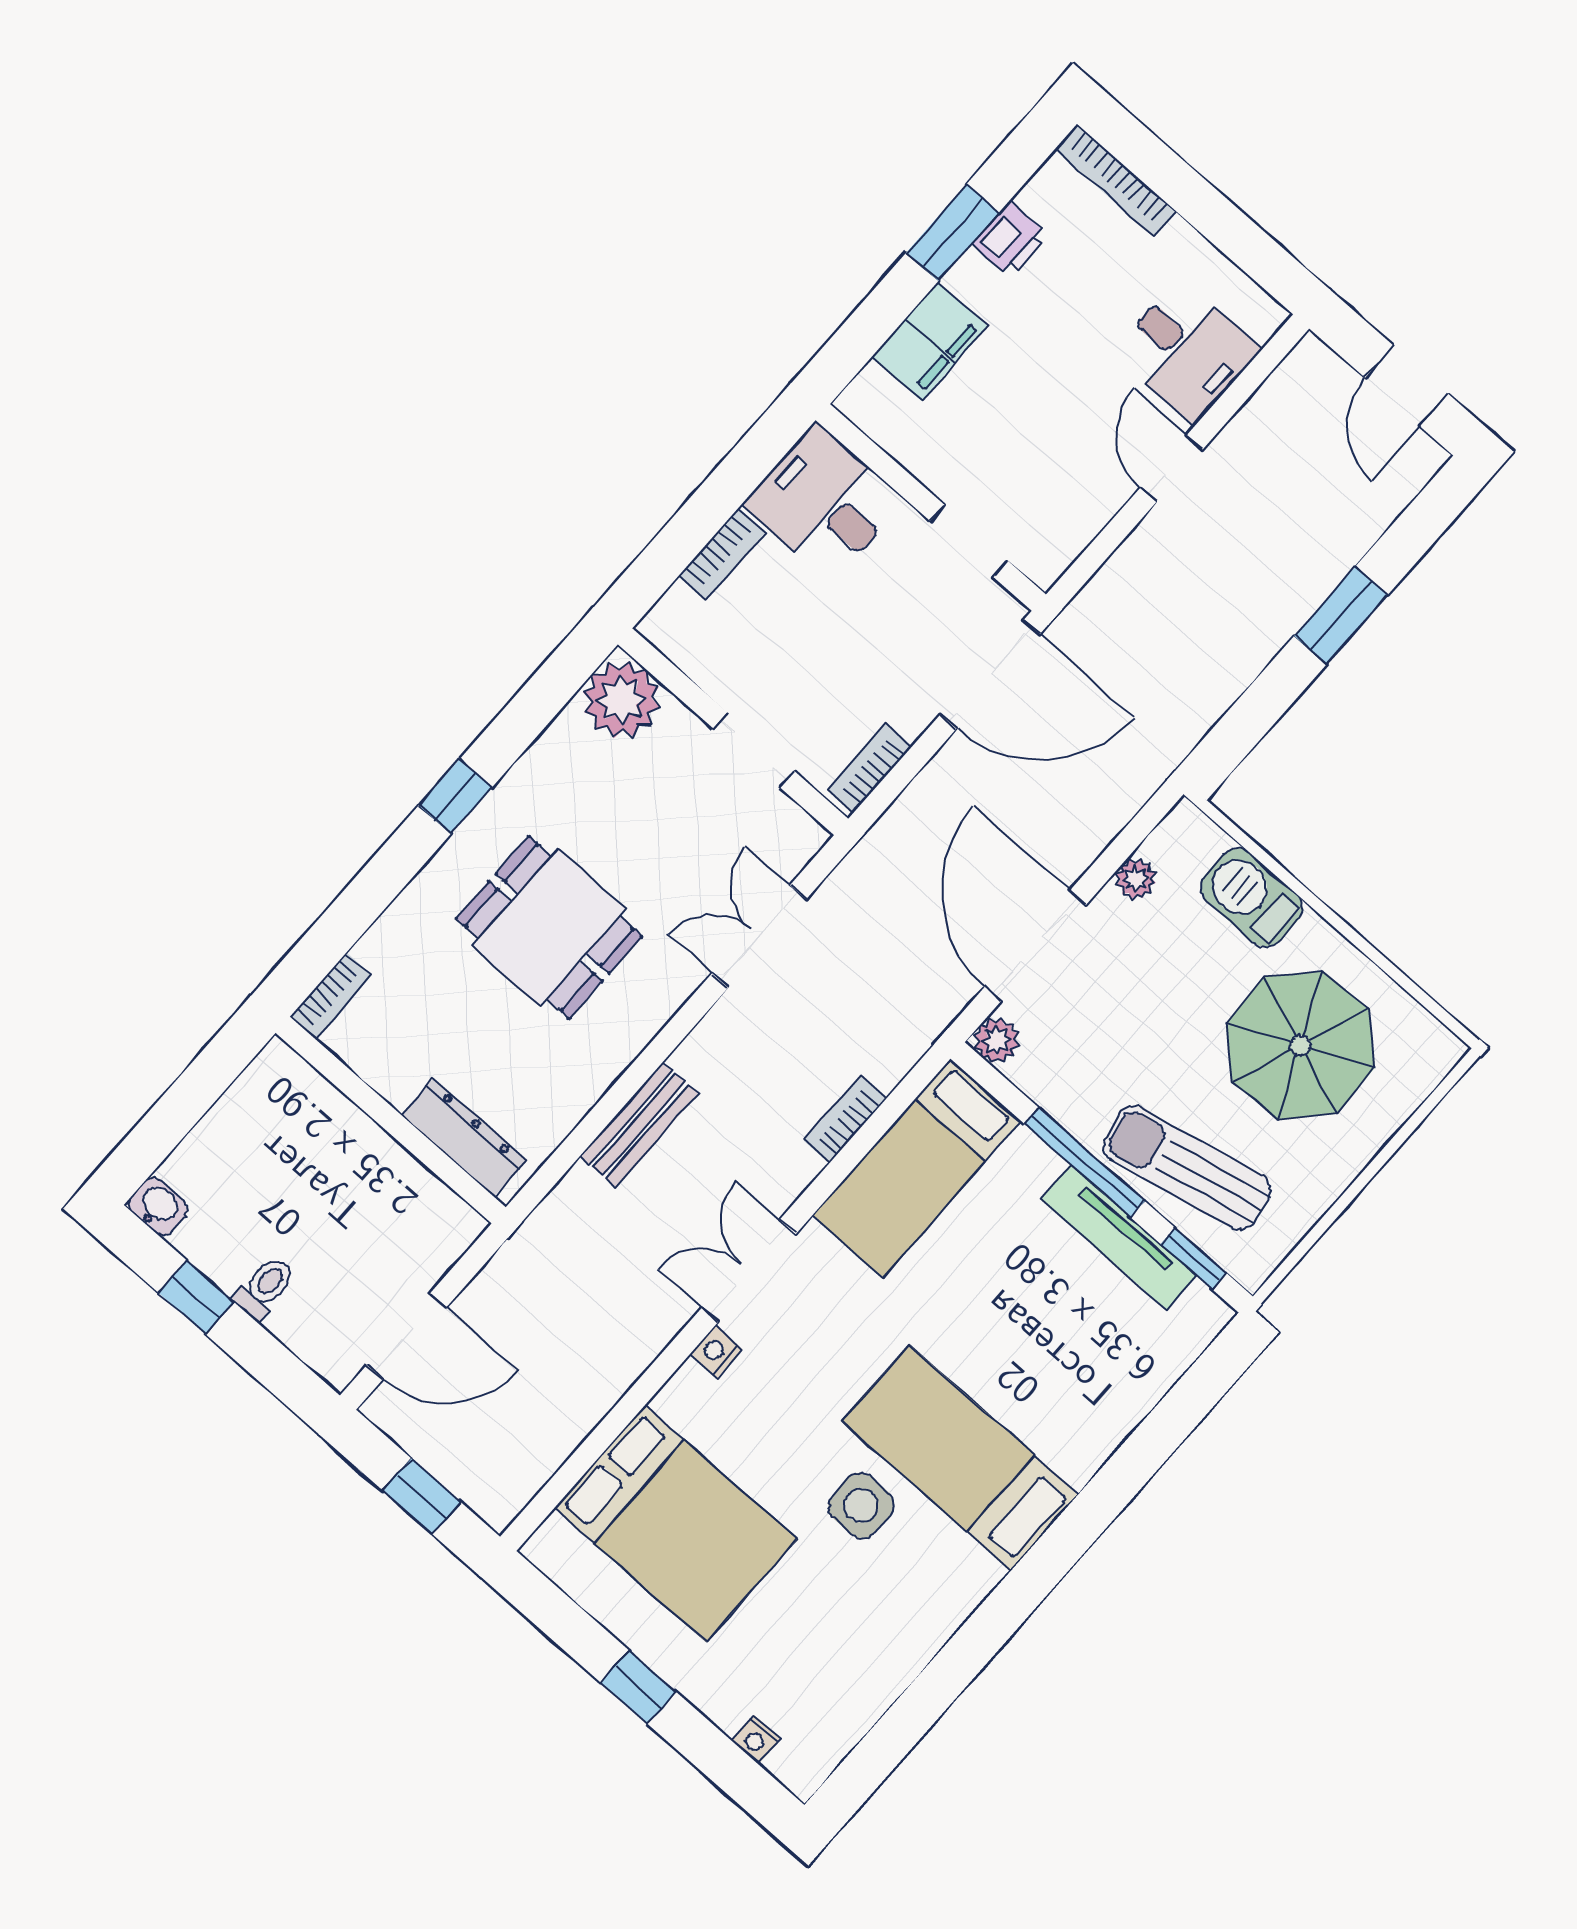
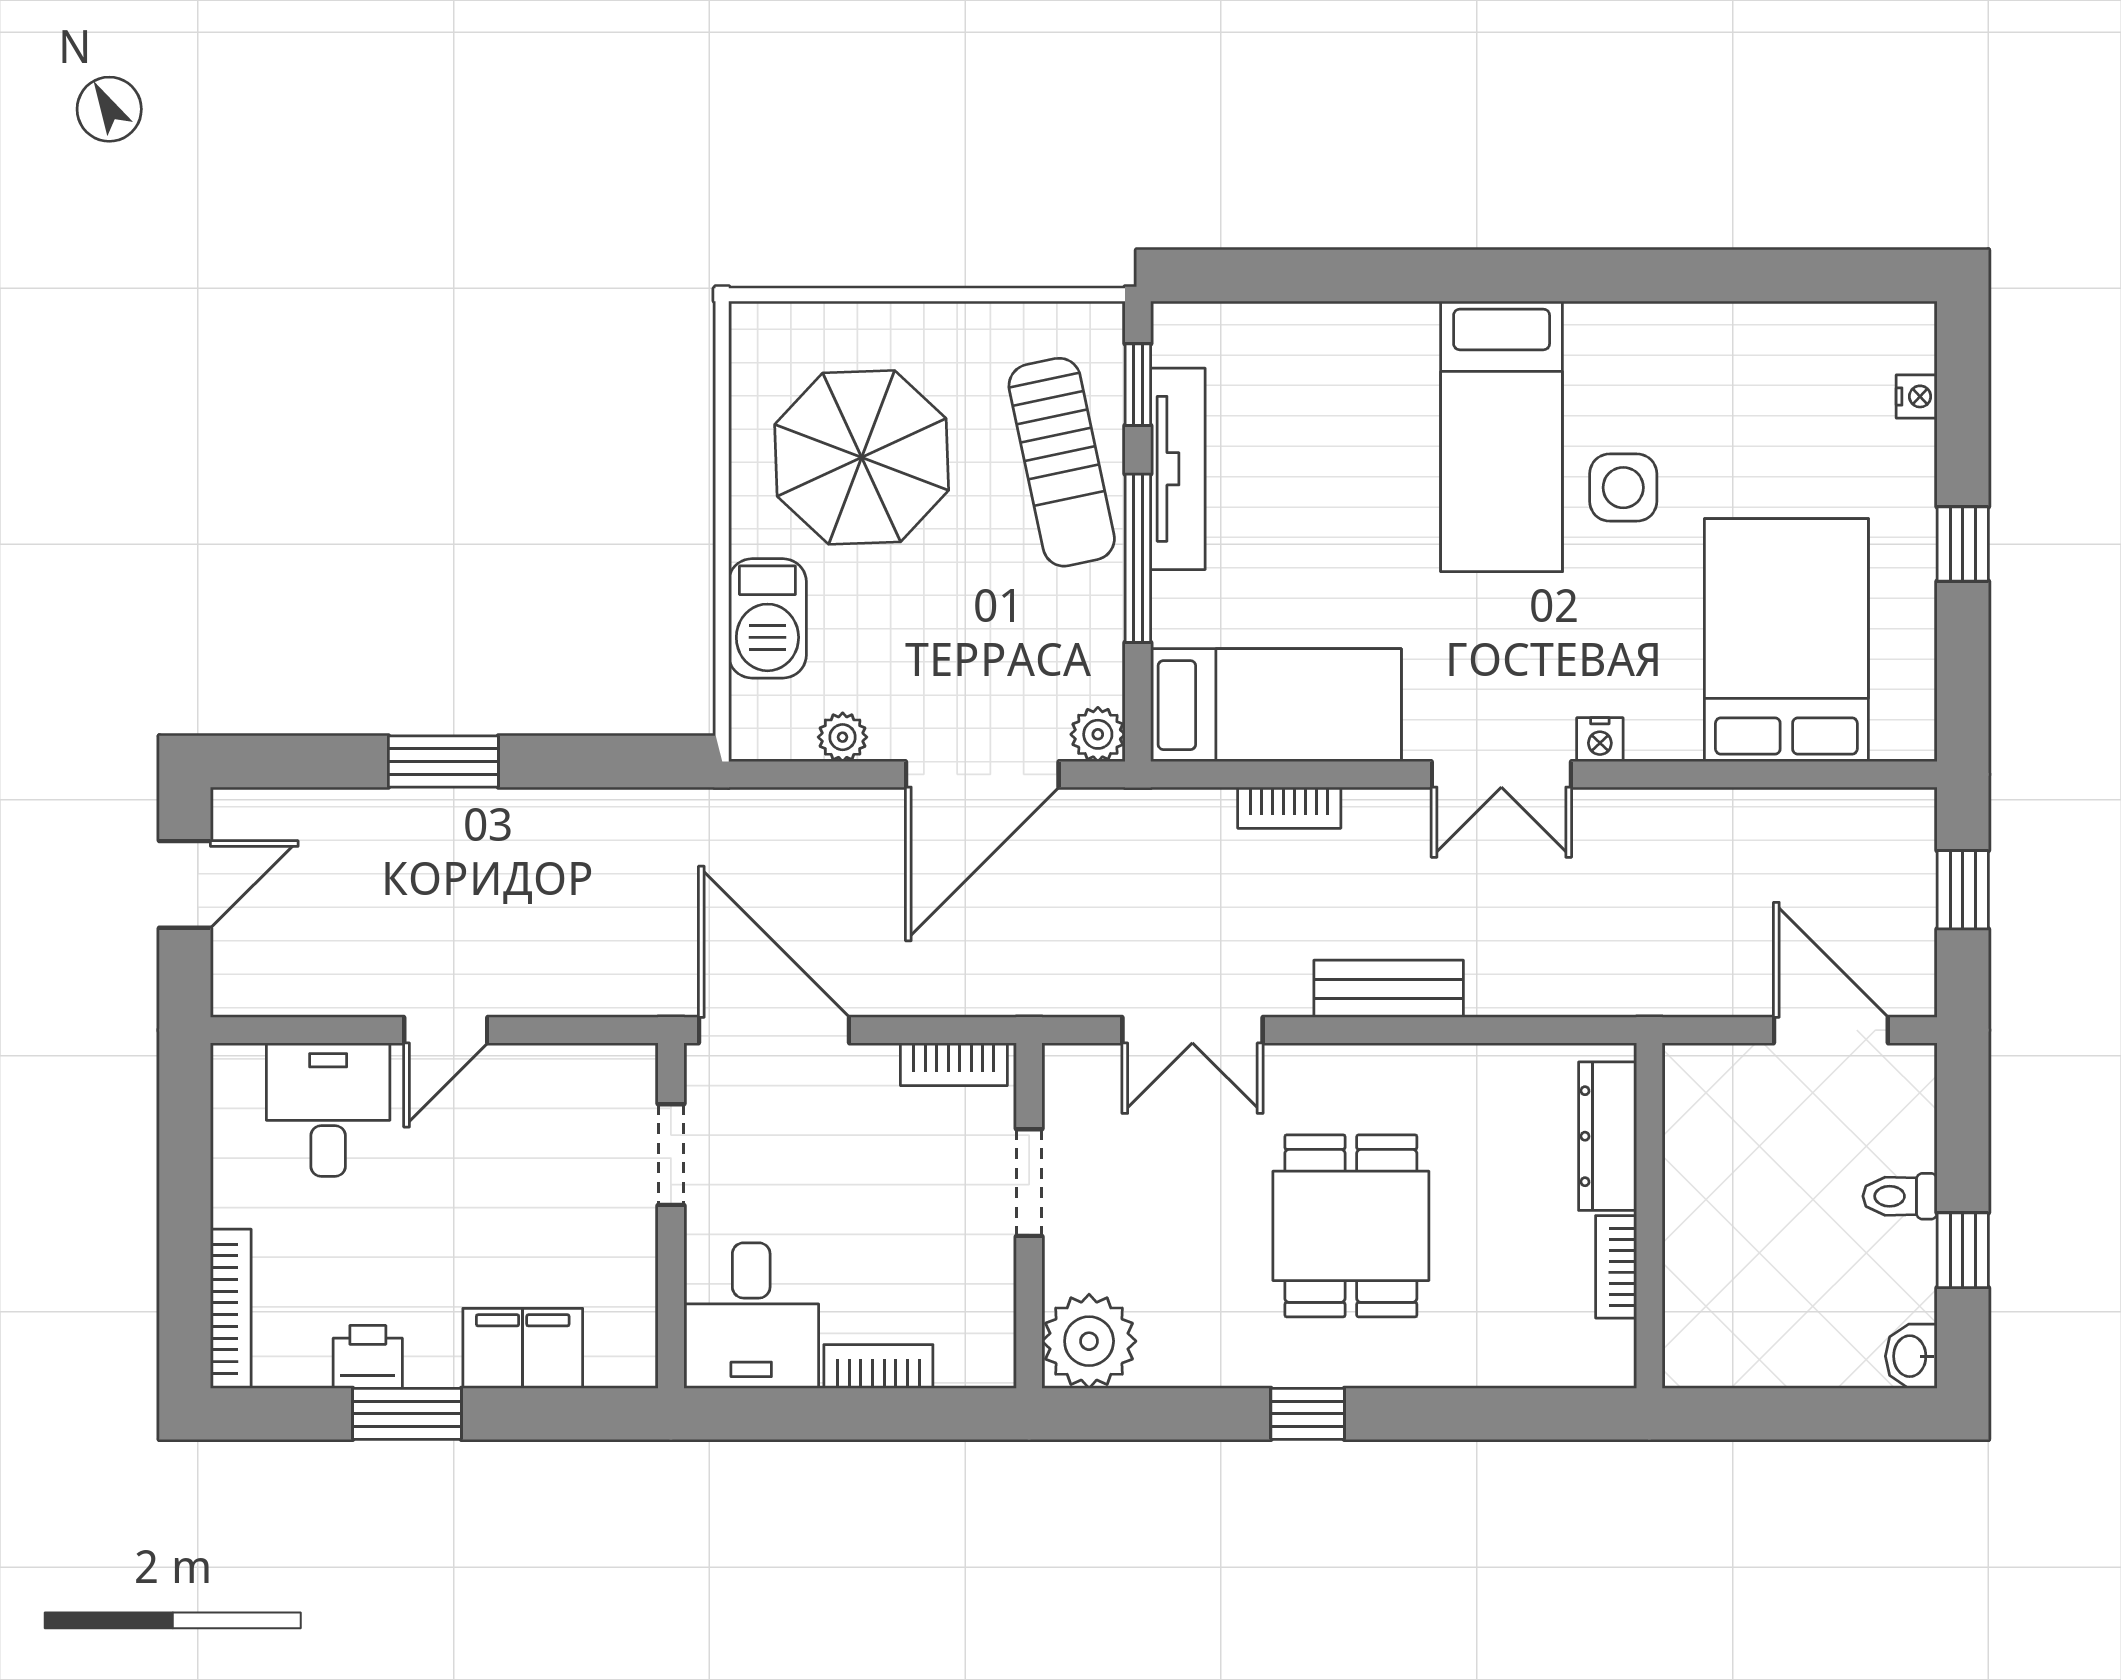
bookcase: (331, 996) -> (1616, 1267), moved, turned -90
bench: (639, 1125) -> (1389, 989), moved

